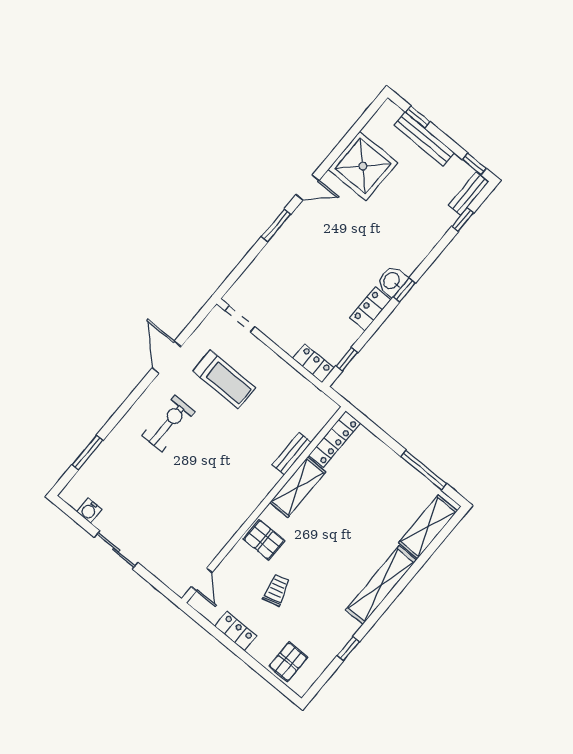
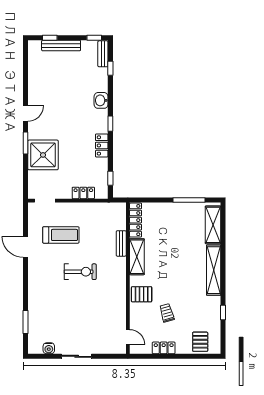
shower: (363, 166) -> (43, 155), moved
washbasin: (392, 281) -> (101, 100), moved
locker: (313, 363) -> (83, 193), moved
exercise bike: (168, 423) -> (80, 272), moved, turned 90

